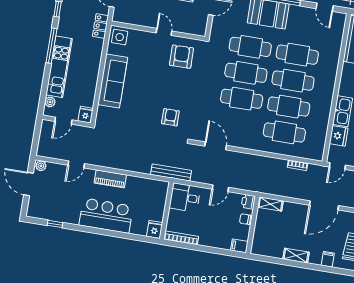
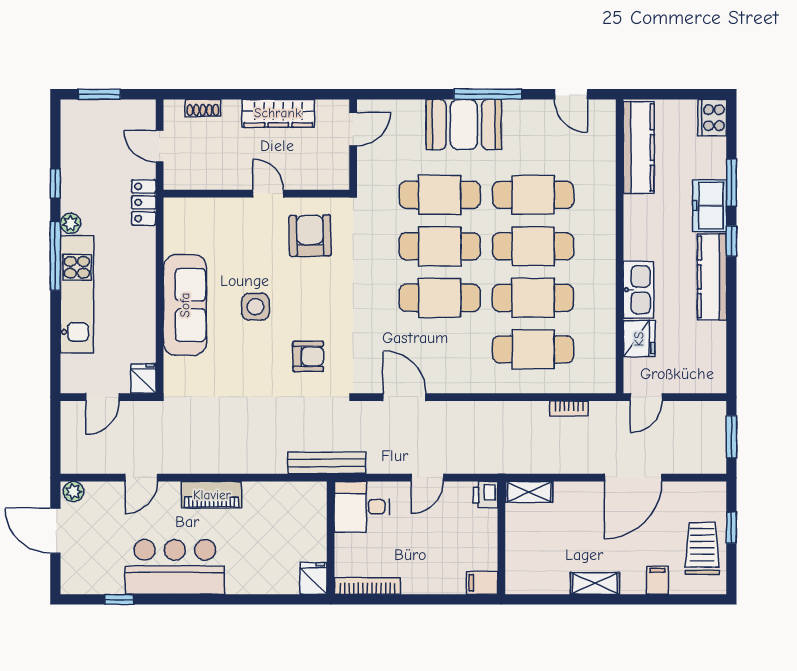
side table: (120, 37) -> (255, 307), moved
plant: (50, 102) -> (71, 223), moved
armchair: (170, 117) -> (308, 356), turned 90
bar counter: (106, 216) -> (175, 567), moved
chair: (245, 219) -> (485, 529), removed

